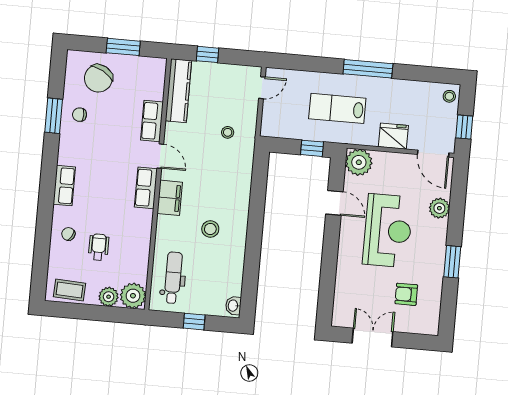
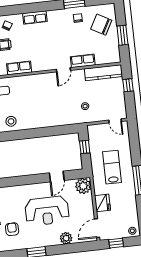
window: (312, 148) -> (85, 147), moved
row of seats: (146, 188) -> (19, 68), moved
filing cabinet: (170, 198) -> (40, 80), removed
stool: (210, 229) -> (11, 121), moved

